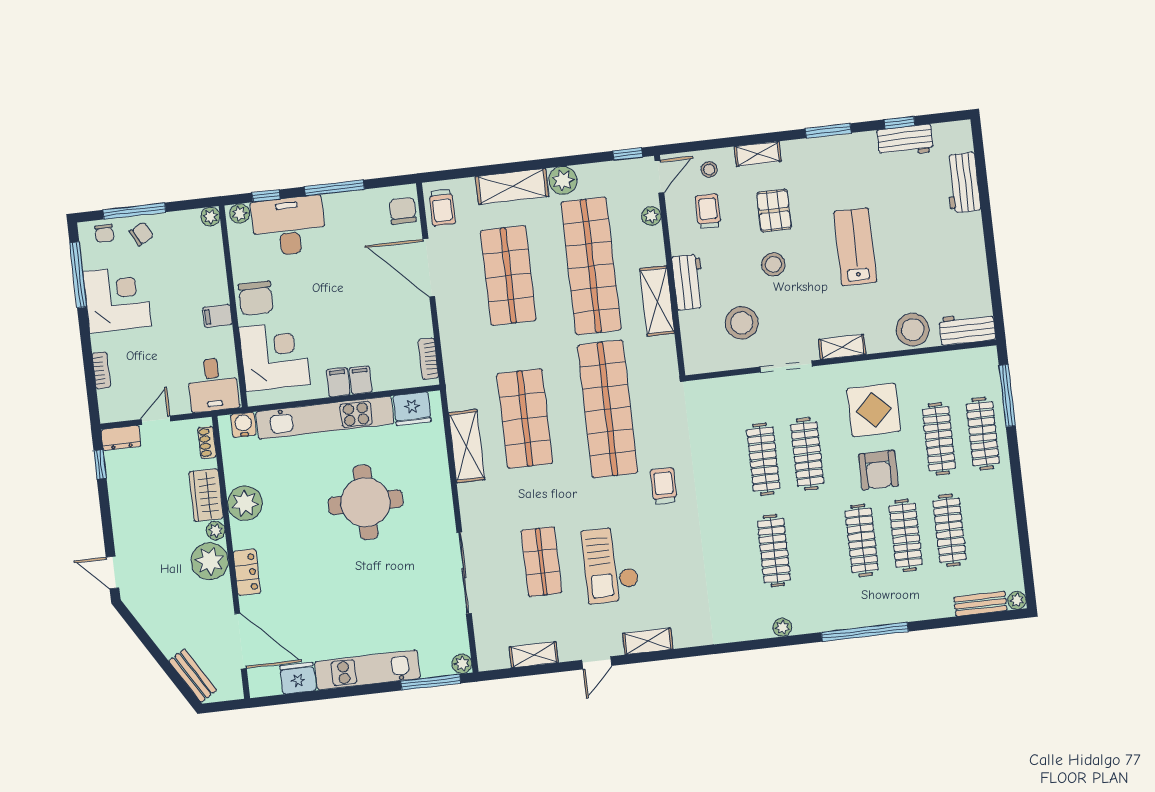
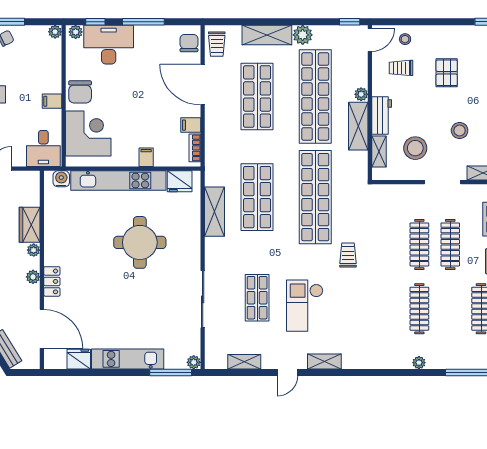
shelving: (758, 154) -> (379, 151), moved, turned 90
trolley: (708, 211) -> (401, 68), turned -90
plant: (651, 216) -> (361, 94), moved
stool: (773, 264) -> (460, 130), moved
filing cabinet: (338, 382) -> (191, 125), moved, turned -90
shoe rack: (207, 442) -> (35, 188), removed
plant: (245, 503) -> (56, 233), removed
plant: (210, 561) -> (33, 277), width x0.53, depth x0.53

